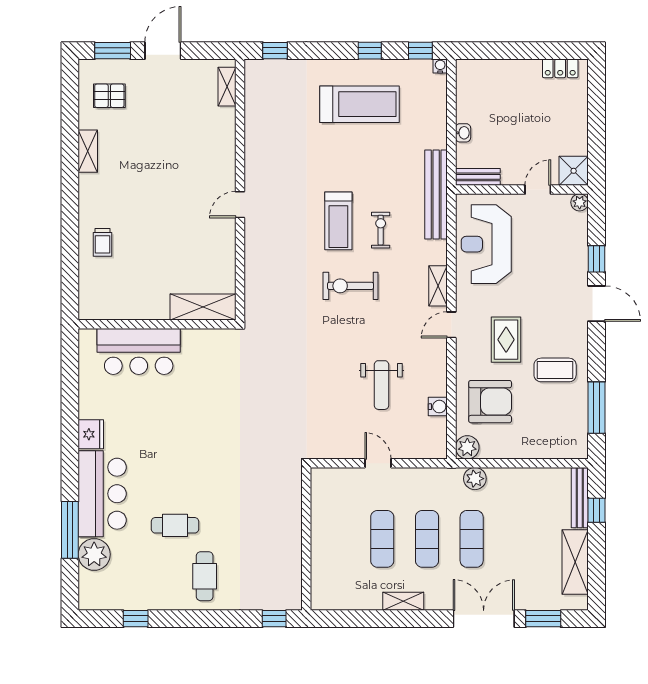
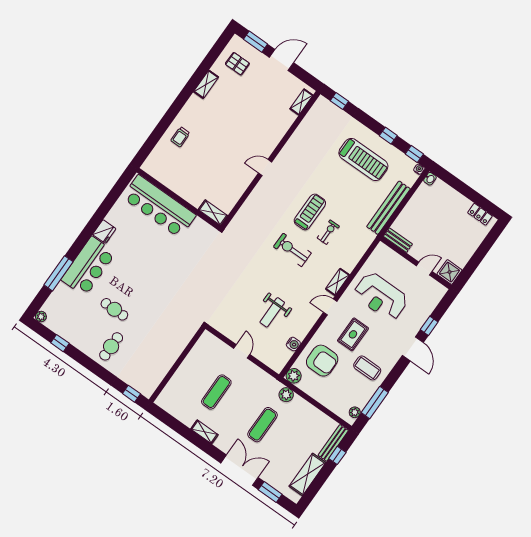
washbasin: (463, 133) -> (430, 179), moved
bench: (436, 194) -> (389, 208), moved
plant: (580, 202) -> (355, 412), moved
treadmill: (338, 221) -> (310, 212), turned 180
reception desk: (486, 244) -> (381, 296), moved, turned -90
shelving: (203, 307) -> (213, 213), width x0.67, depth x0.75
bar counter: (139, 351) -> (159, 206), width x1.36
exercise mat: (427, 539) -> (239, 408), removed
plant: (94, 554) -> (41, 317), moved, width x0.53, depth x0.53

